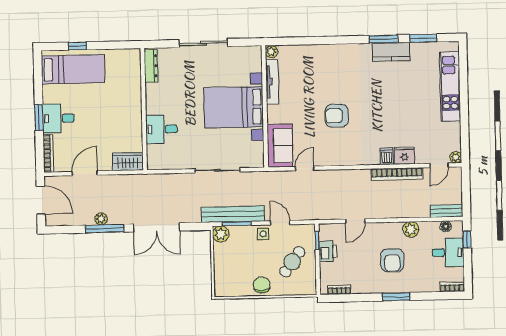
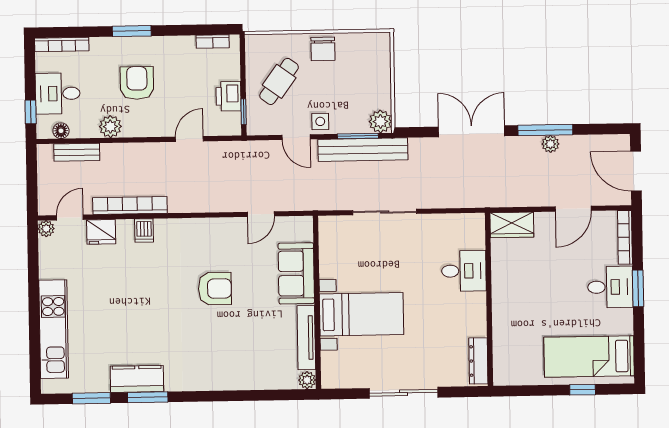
bed with nightstands: (234, 107) -> (361, 314), width x0.73
sofa: (280, 146) -> (296, 273), moved
fridge: (404, 156) -> (101, 232), moved
bench: (447, 211) -> (77, 152), moved
bookcase: (452, 287) -> (62, 45), width x1.56

